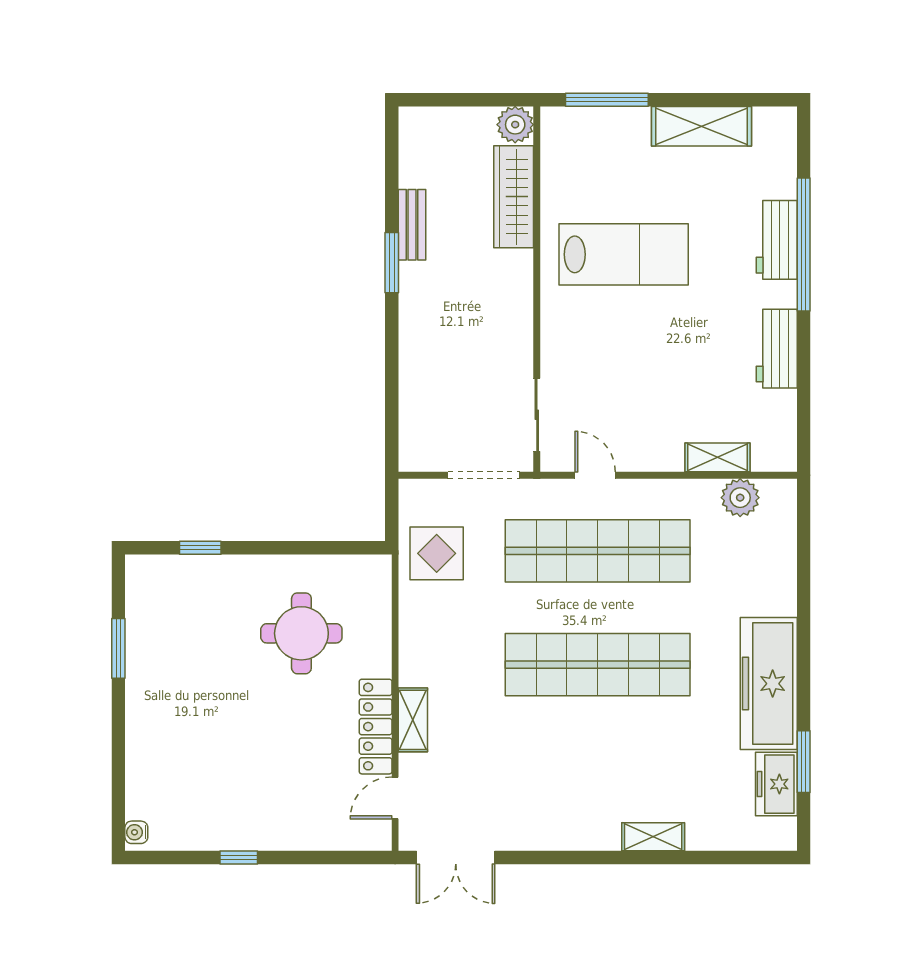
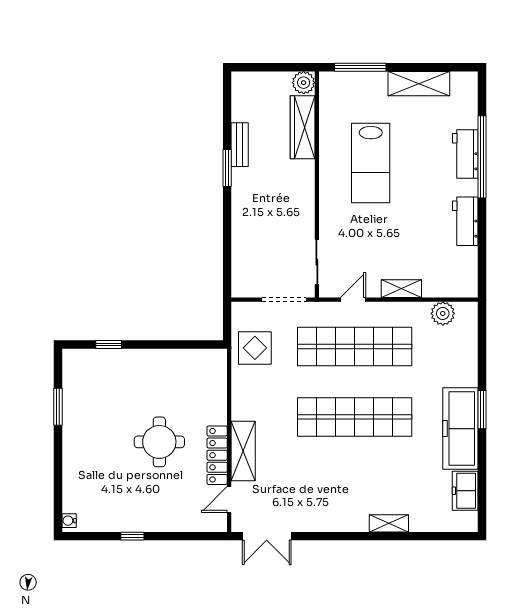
lab bench: (624, 254) -> (371, 163), turned 90
shelving: (718, 457) -> (401, 289), moved
door: (595, 475) -> (353, 300), hinge flipped
round table: (301, 633) -> (159, 442), moved
shelving: (413, 720) -> (243, 451), width x1.50, depth x1.33
window: (804, 762) -> (482, 410), moved

